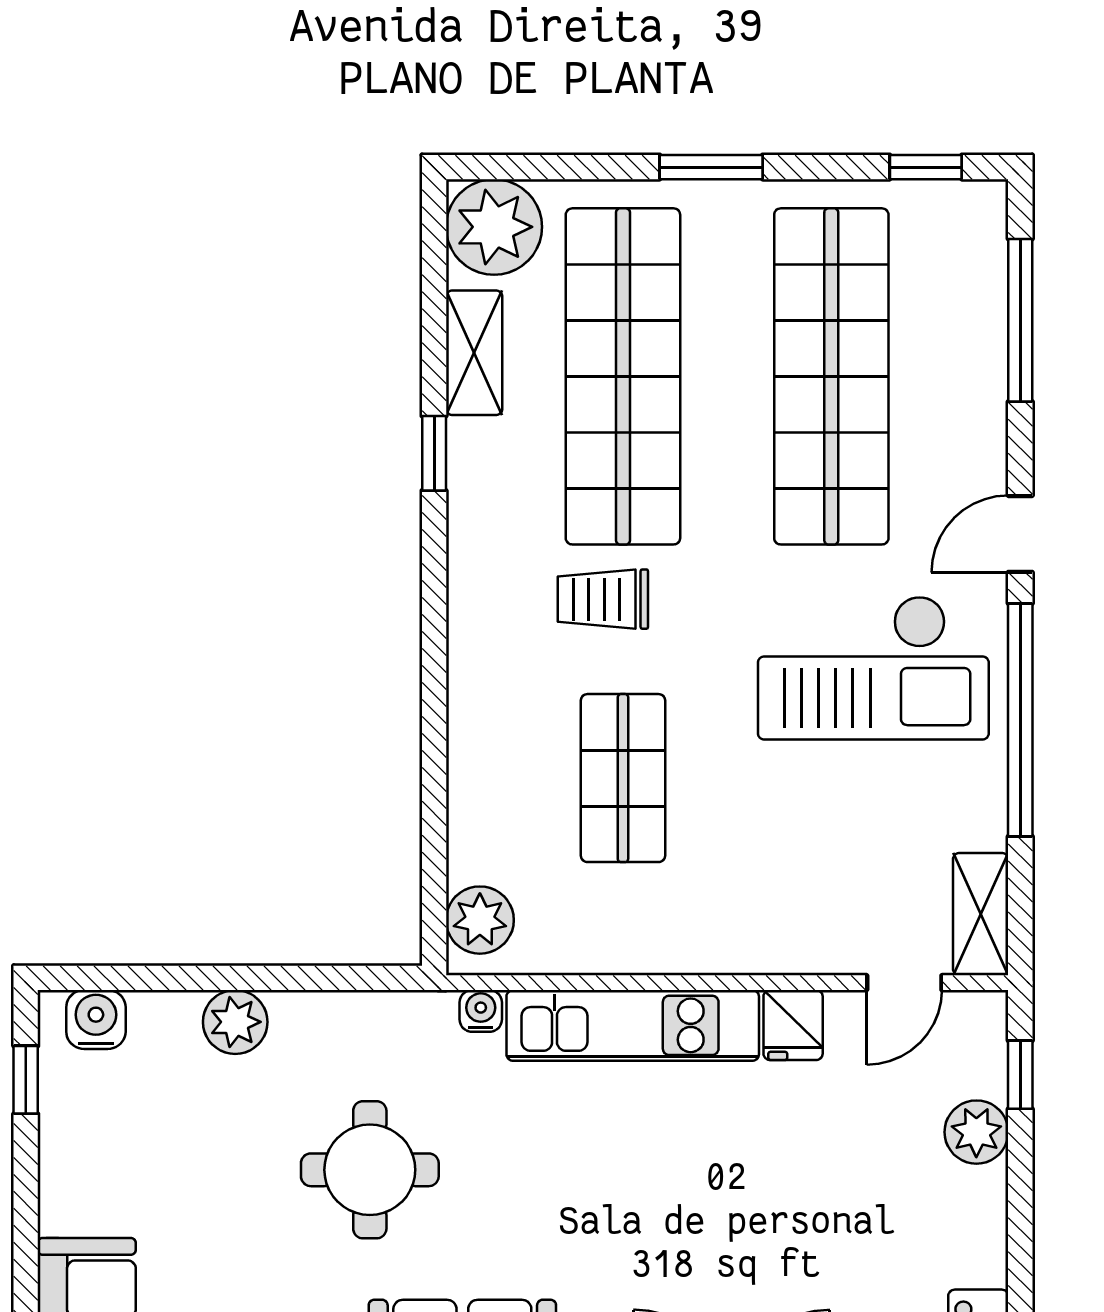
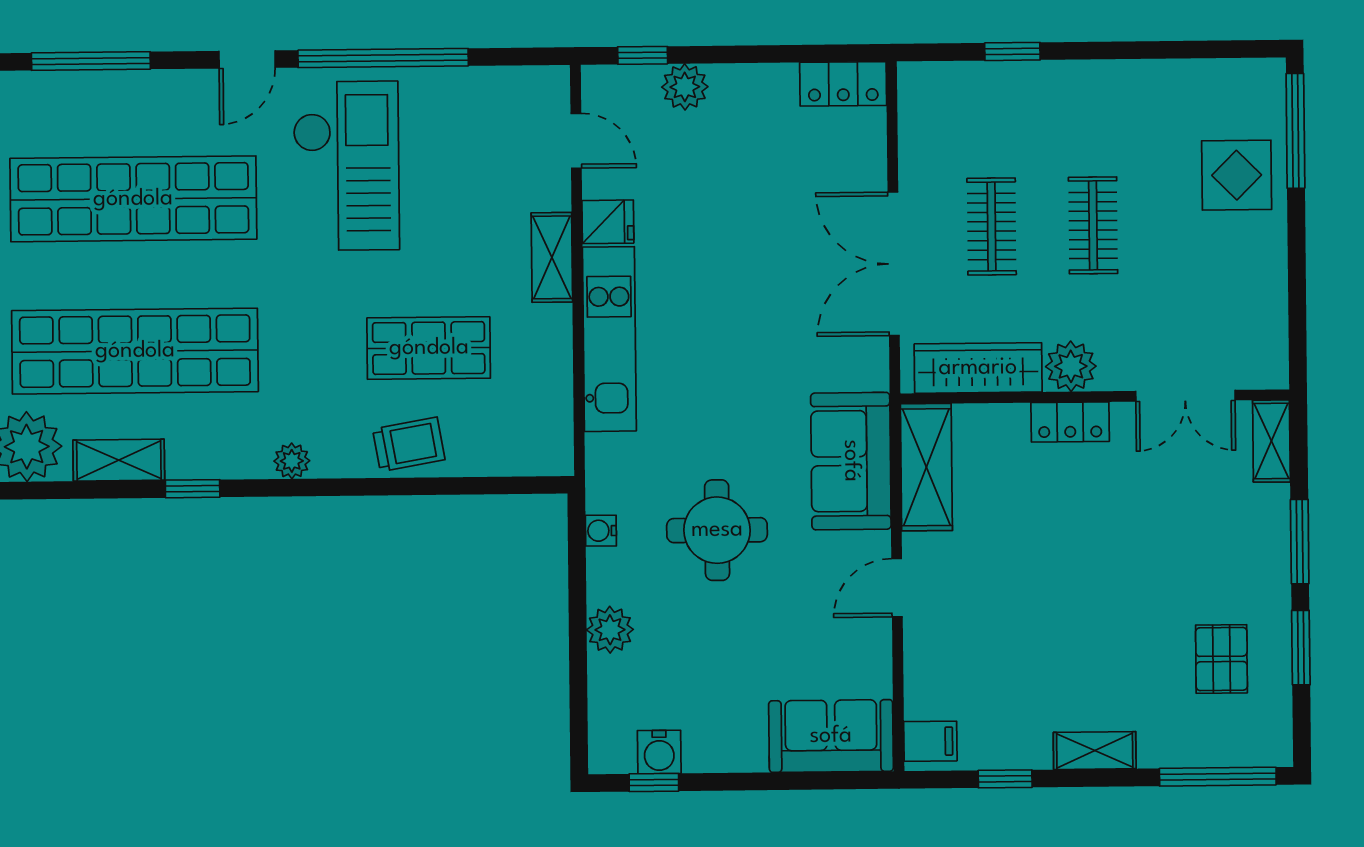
door: (1020, 534) -> (247, 59), hinge flipped
trolley: (603, 599) -> (409, 444), moved, turned -100
shelving: (981, 914) -> (552, 257), moved, turned 90
plant: (480, 920) -> (292, 461), moved, width x0.73, depth x0.73
water cooler: (481, 1011) -> (601, 531), moved
water cooler: (96, 1019) -> (659, 752), moved, turned -90

